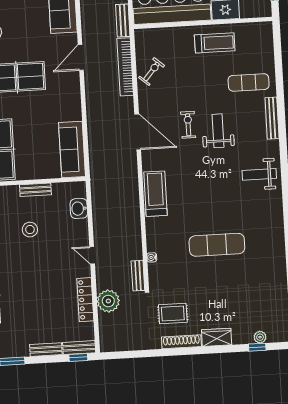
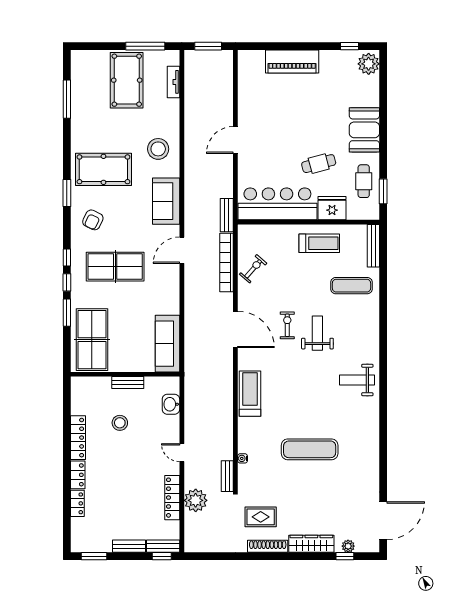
bench: (272, 118) -> (373, 246), moved
wardrobe: (217, 337) -> (311, 544), width x1.50

